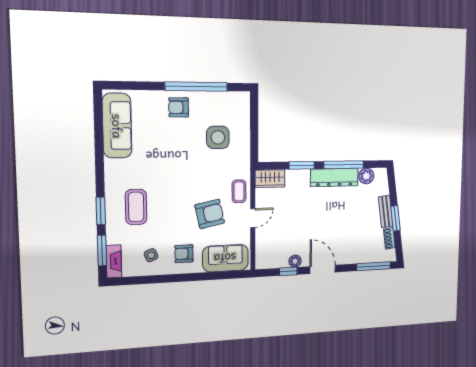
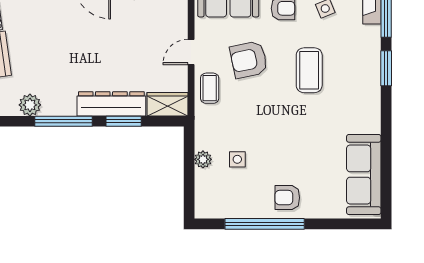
armchair: (179, 107) -> (287, 198), turned 180
side table: (218, 137) -> (237, 159), width x0.54, depth x0.54
plant: (244, 137) -> (203, 159), added
dresser: (334, 178) -> (111, 104), moved
coffee table: (136, 207) -> (309, 70), moved

